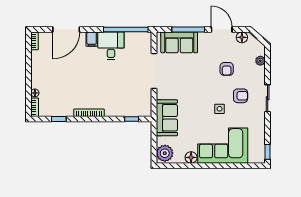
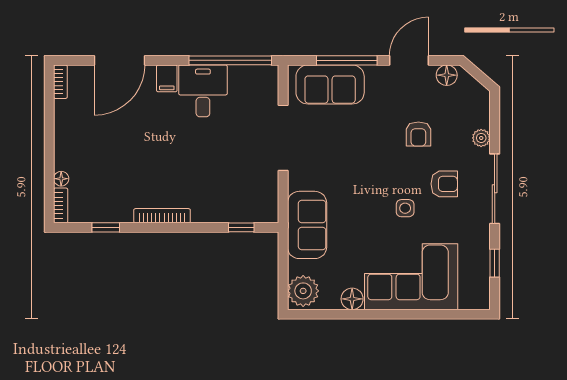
door: (222, 29) -> (409, 60), hinge flipped
plant: (260, 61) -> (481, 138), moved
sliding door: (268, 98) -> (495, 189), width x1.37
window: (268, 152) -> (495, 263), moved

